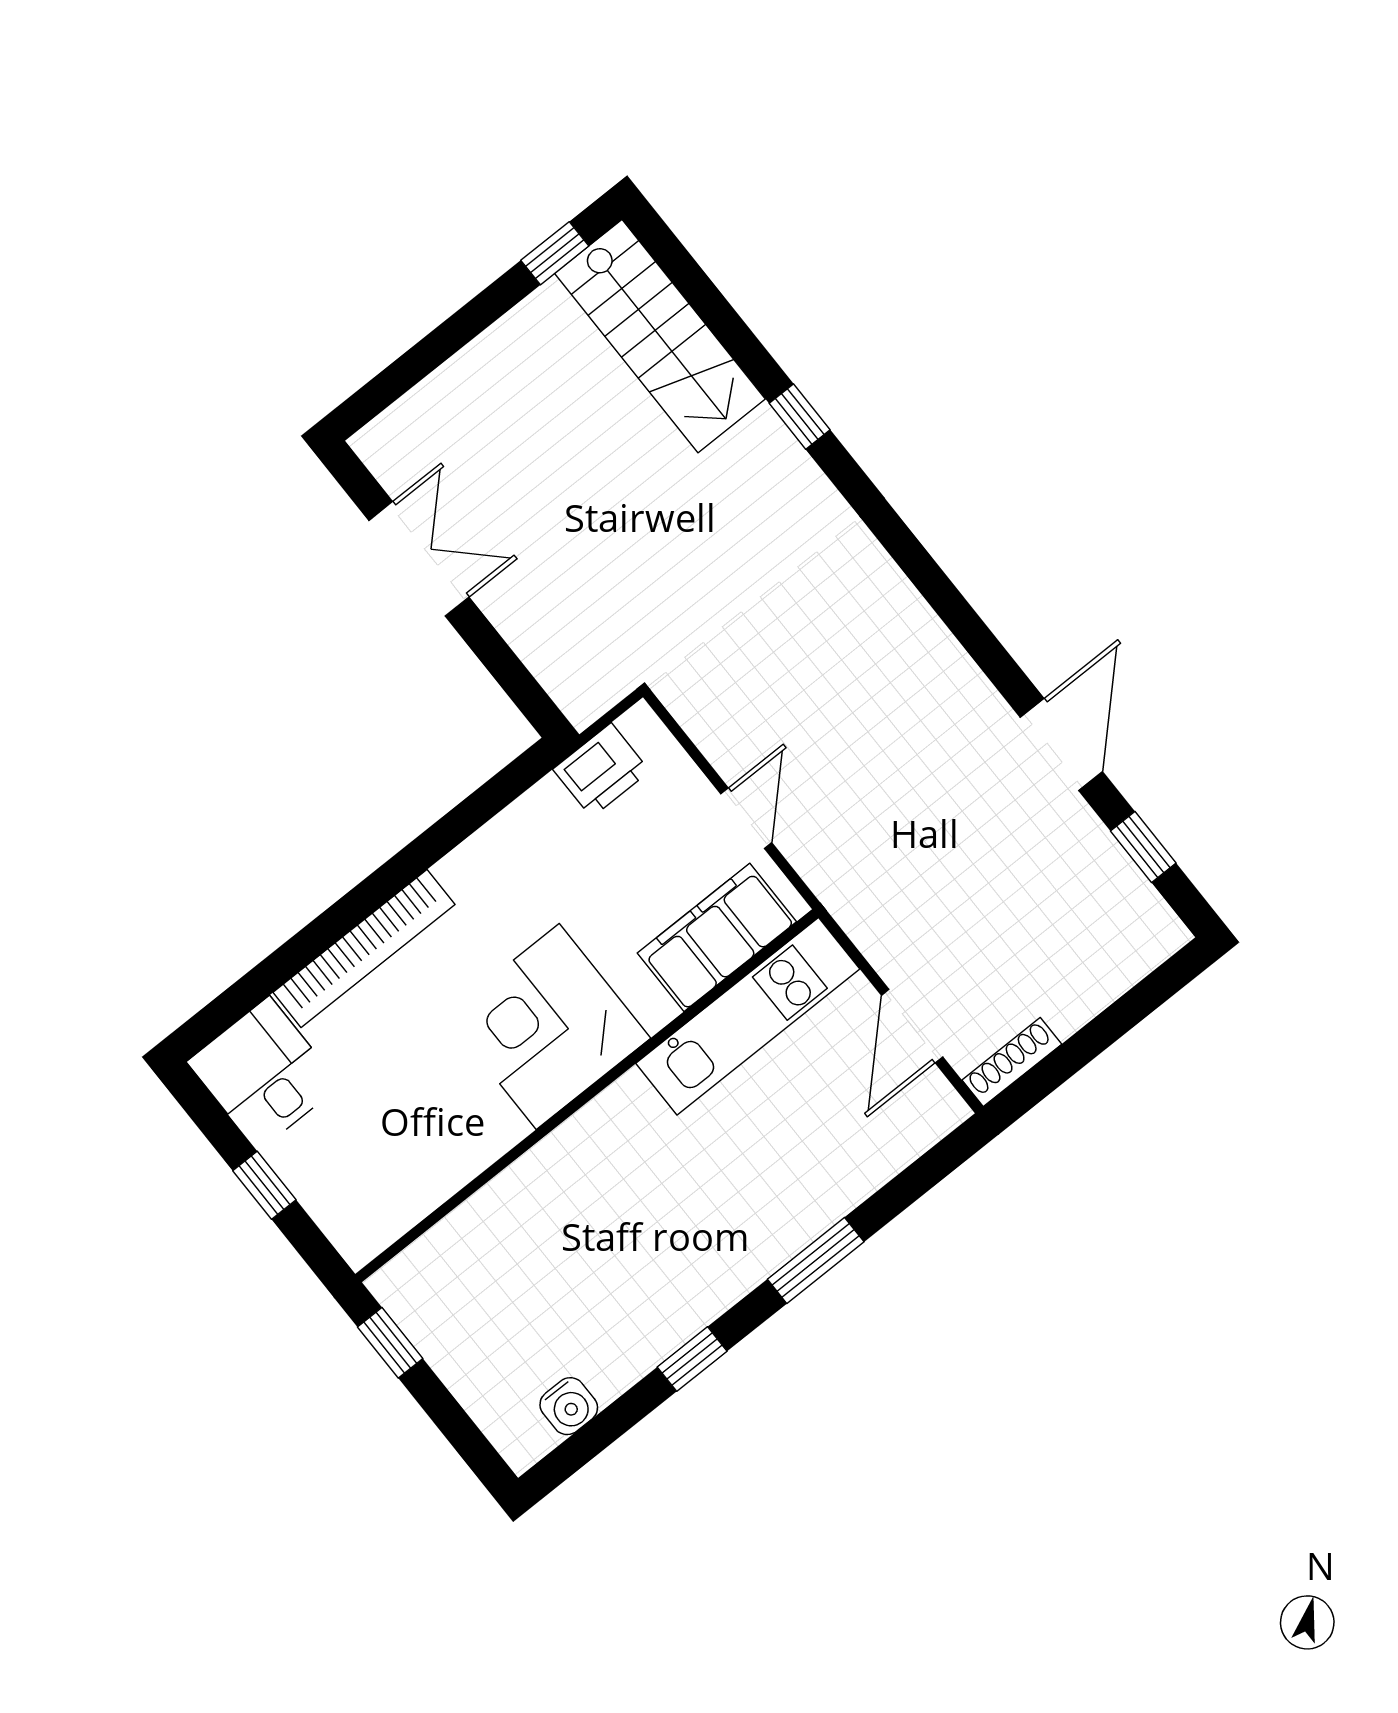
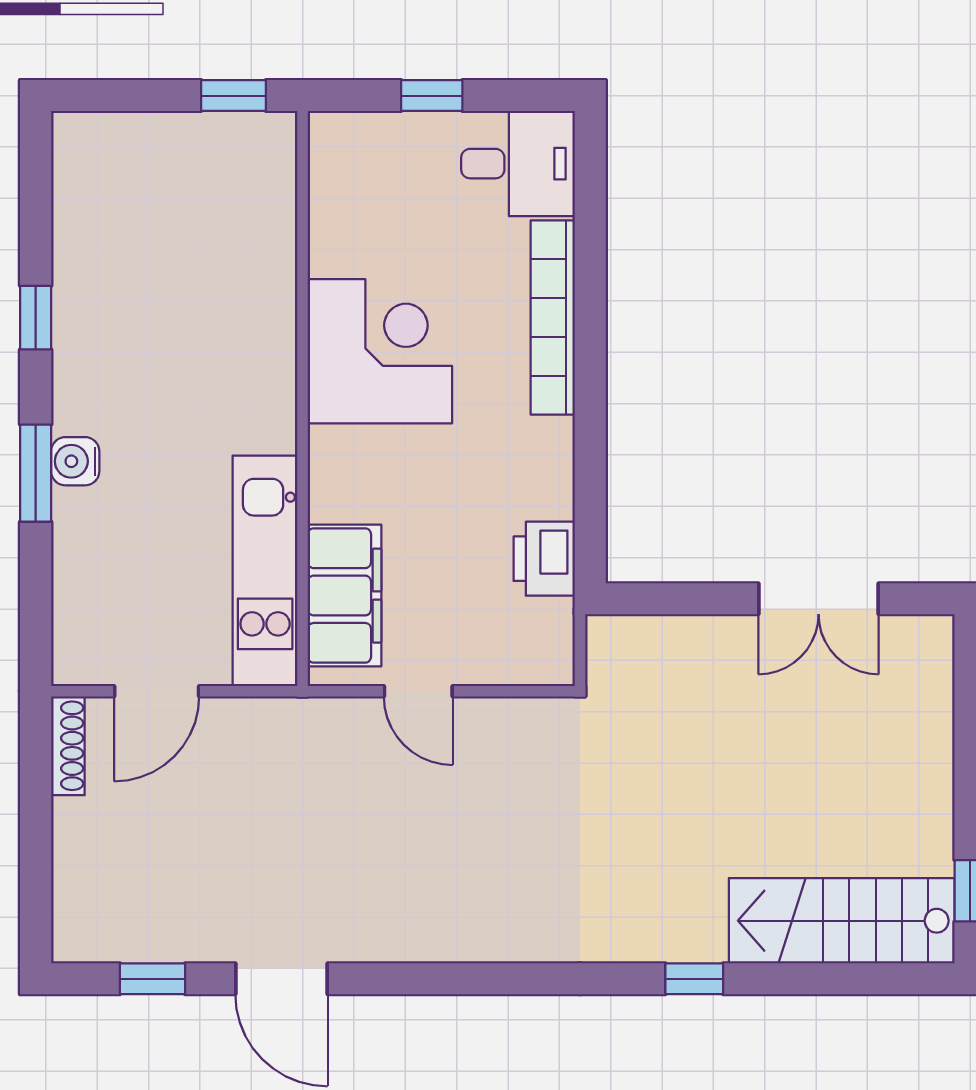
printer: (601, 770) -> (544, 559), moved
door: (912, 1026) -> (157, 691), swing flipped
corner desk: (548, 1027) -> (380, 351), moved
water cooler: (569, 1406) -> (75, 461), moved

